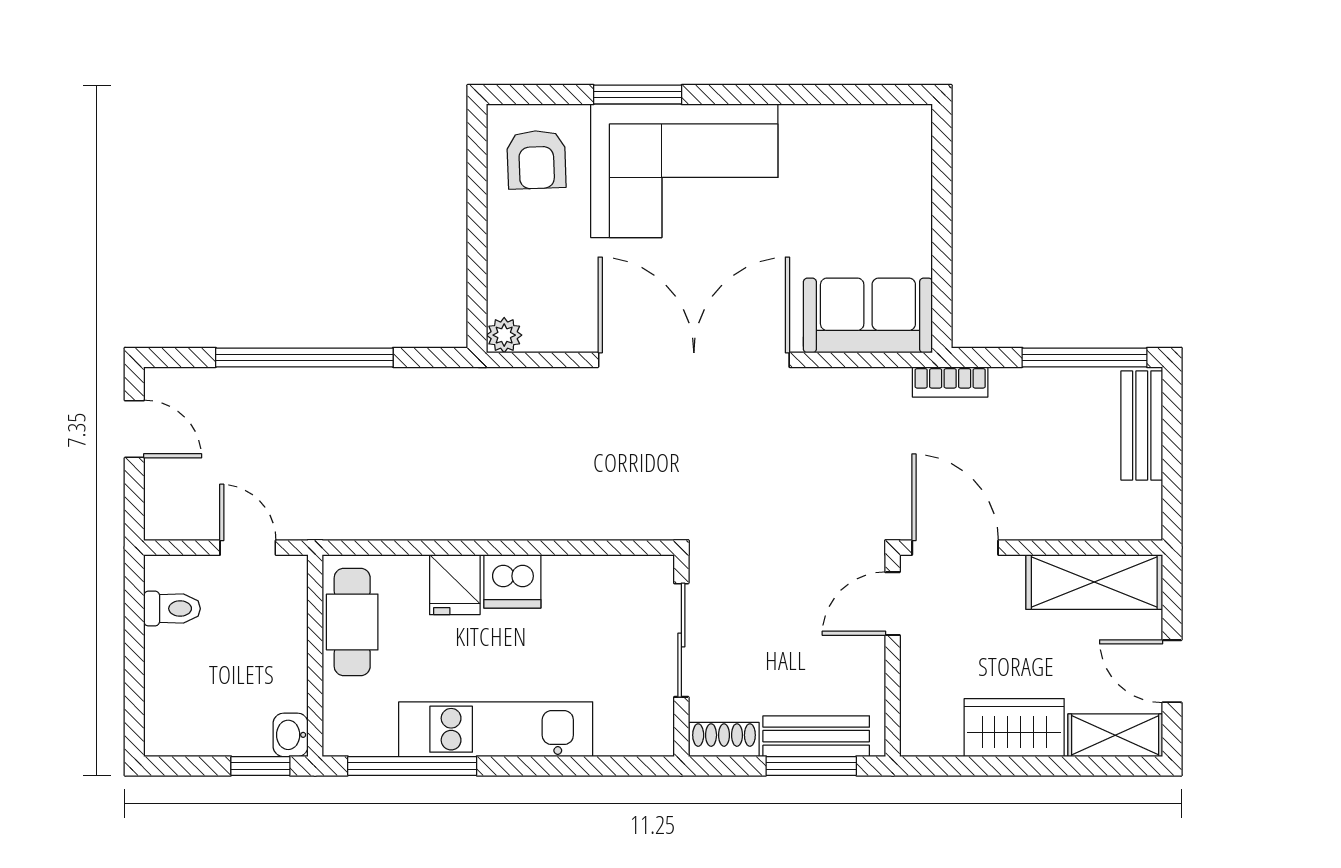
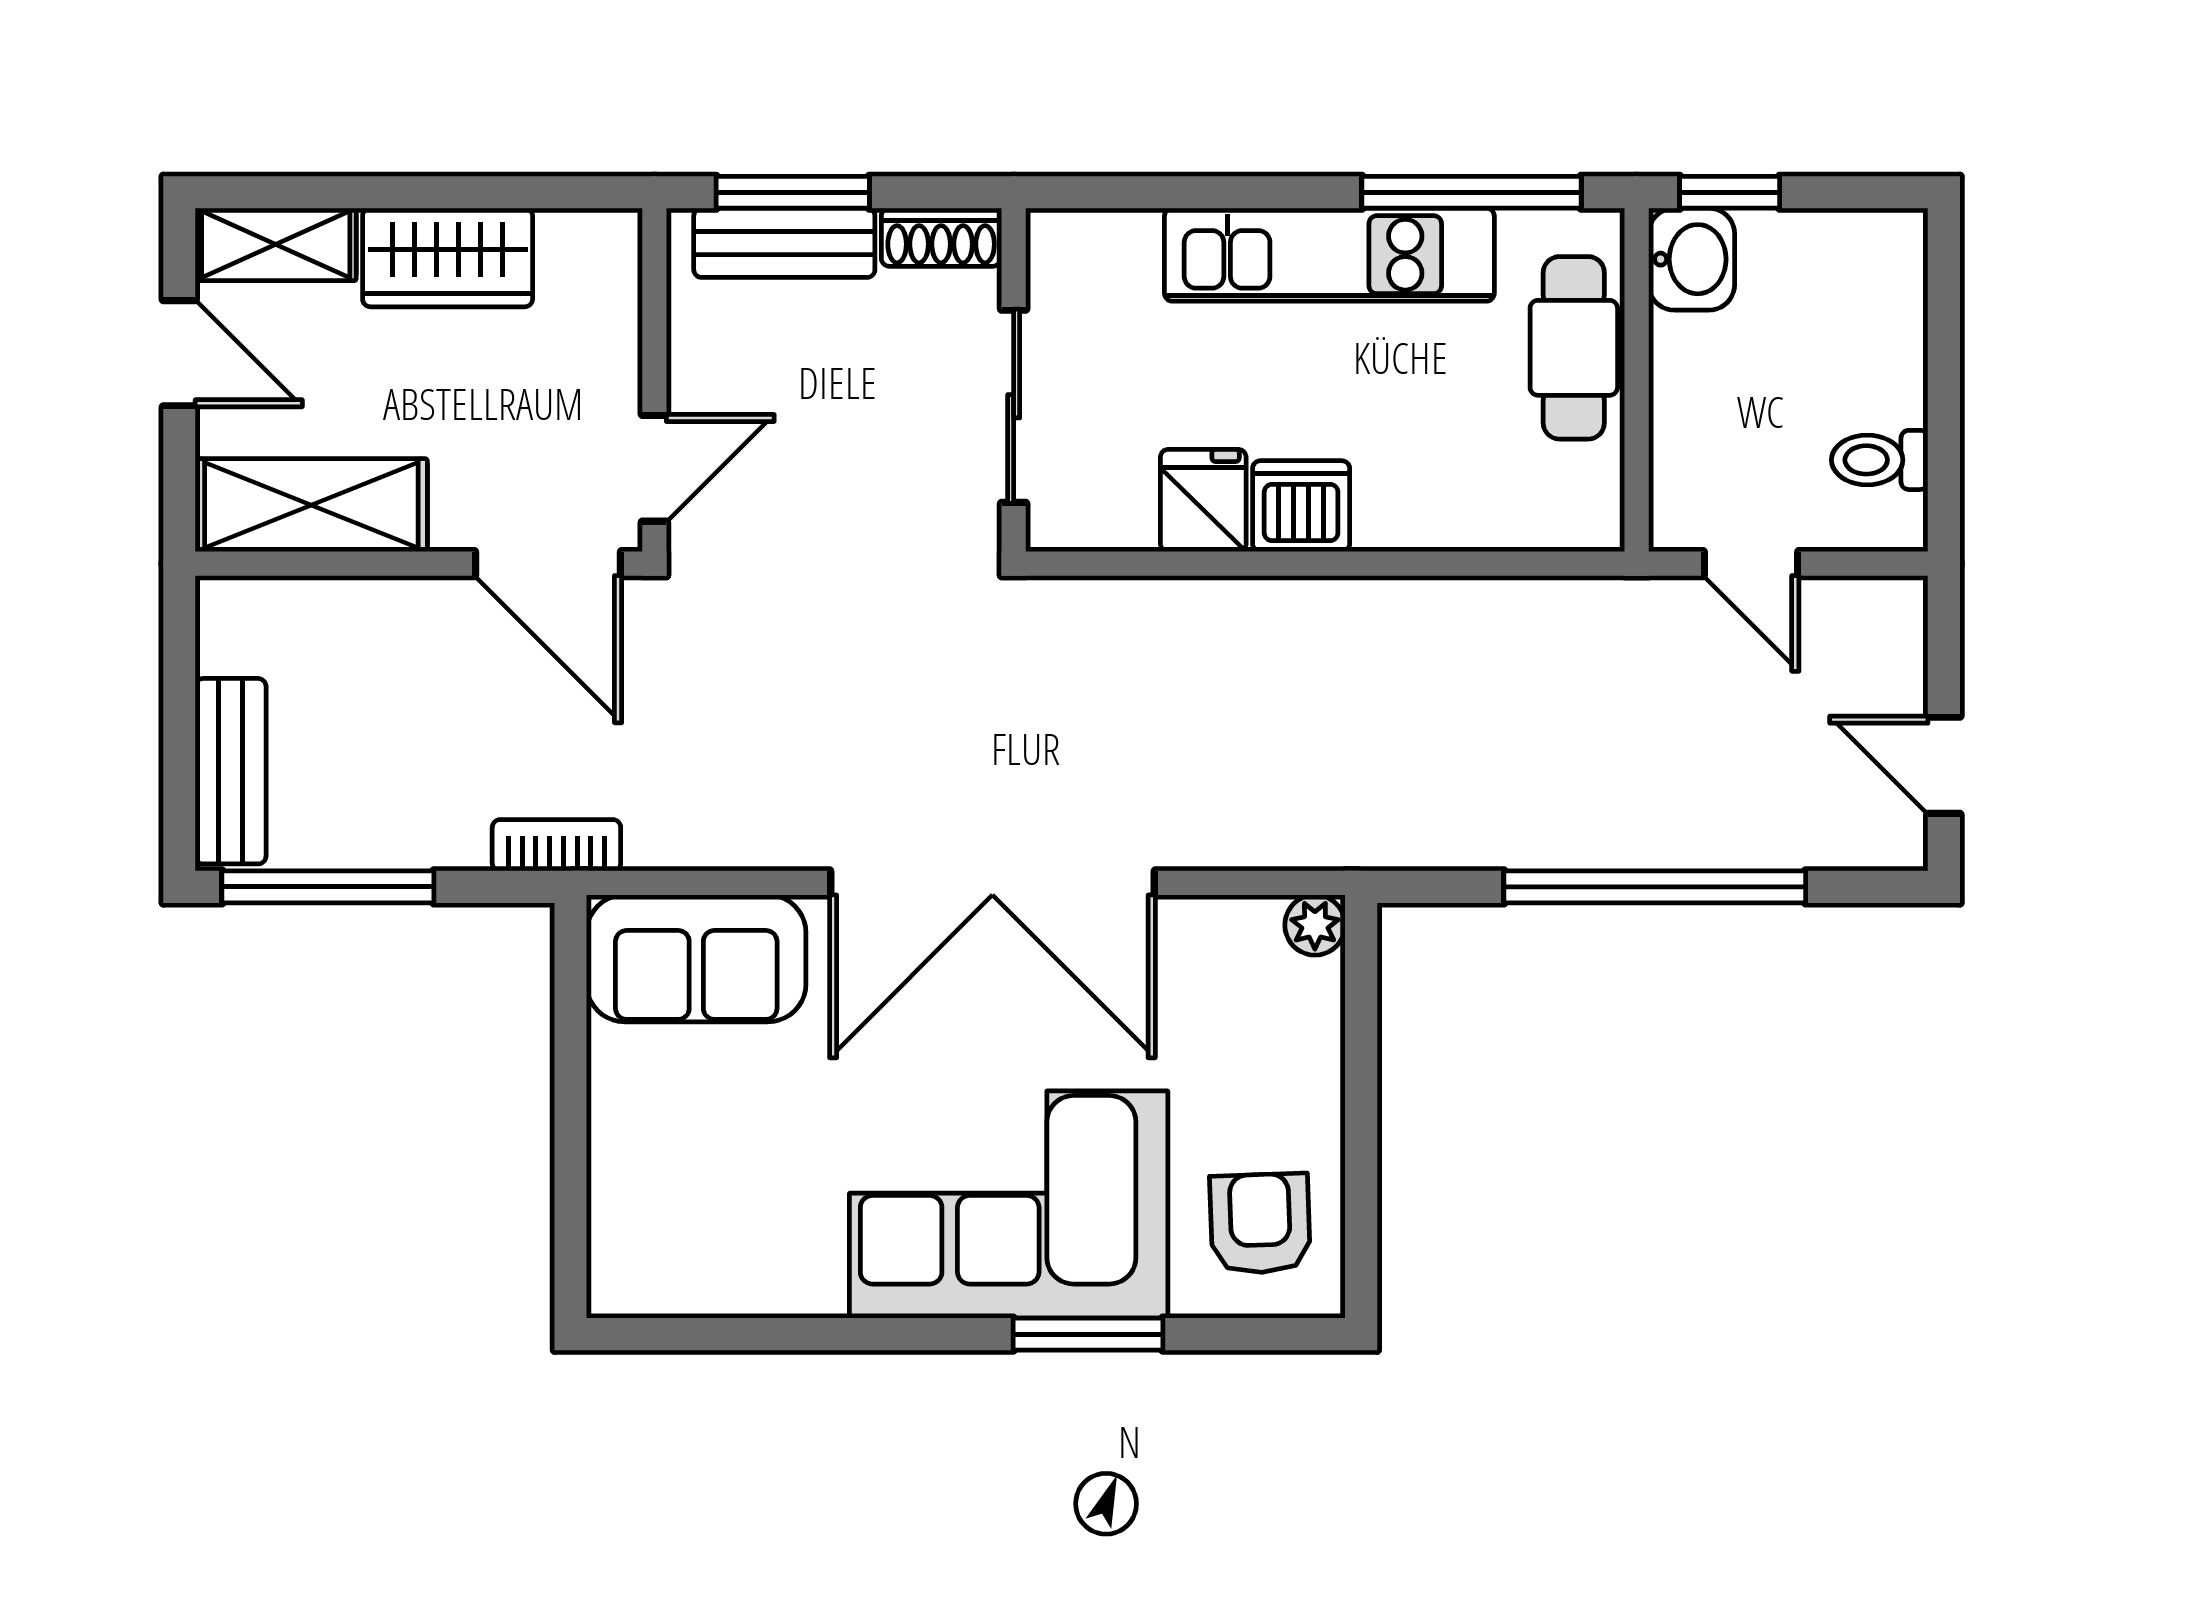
fridge: (455, 585) -> (1203, 500), moved
cafe table: (352, 622) -> (1574, 348), moved
washbasin: (291, 735) -> (1692, 259), width x1.38, depth x1.45

